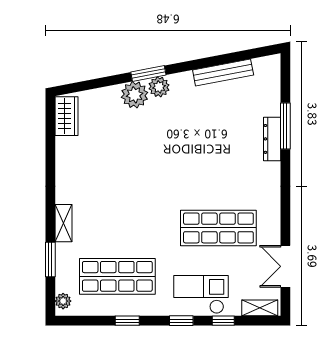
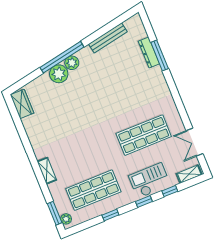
window: (148, 74) -> (62, 57), width x2.11
dresser: (272, 139) -> (149, 52), moved
window: (50, 260) -> (55, 213), moved

